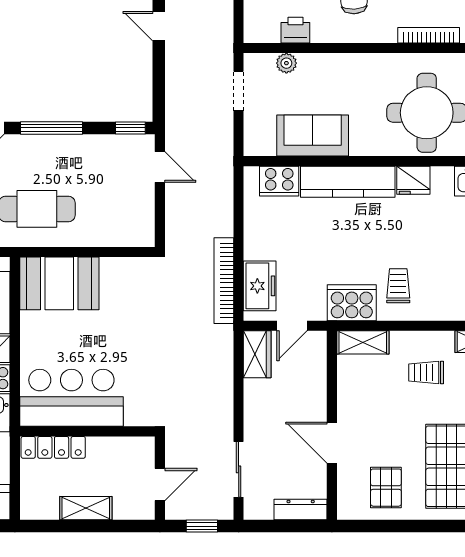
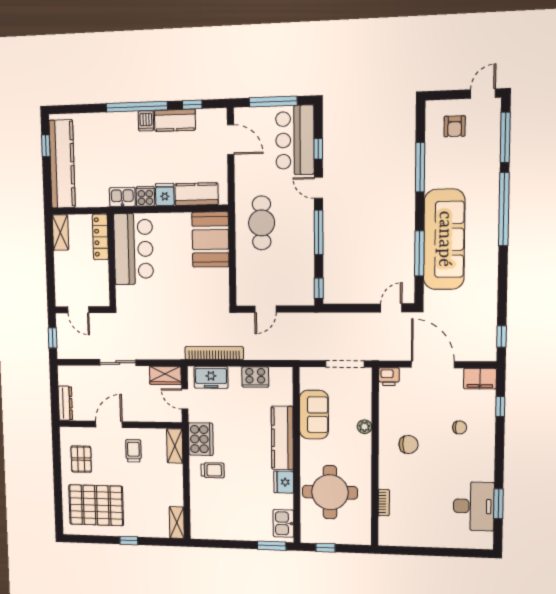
printer: (295, 30) -> (389, 377), moved, turned 90
bookcase: (429, 35) -> (384, 503), width x0.64
plant: (286, 63) -> (364, 427), moved
doorway: (239, 91) -> (345, 364), width x1.38
door: (160, 167) -> (265, 309), moved
cooker: (279, 181) -> (255, 377), moved, turned -90
trolley: (426, 373) -> (133, 451), moved
sliding door: (239, 469) -> (118, 363), moved
pallet: (386, 488) -> (81, 459), turned 90
shelving: (86, 508) -> (60, 232), moved

